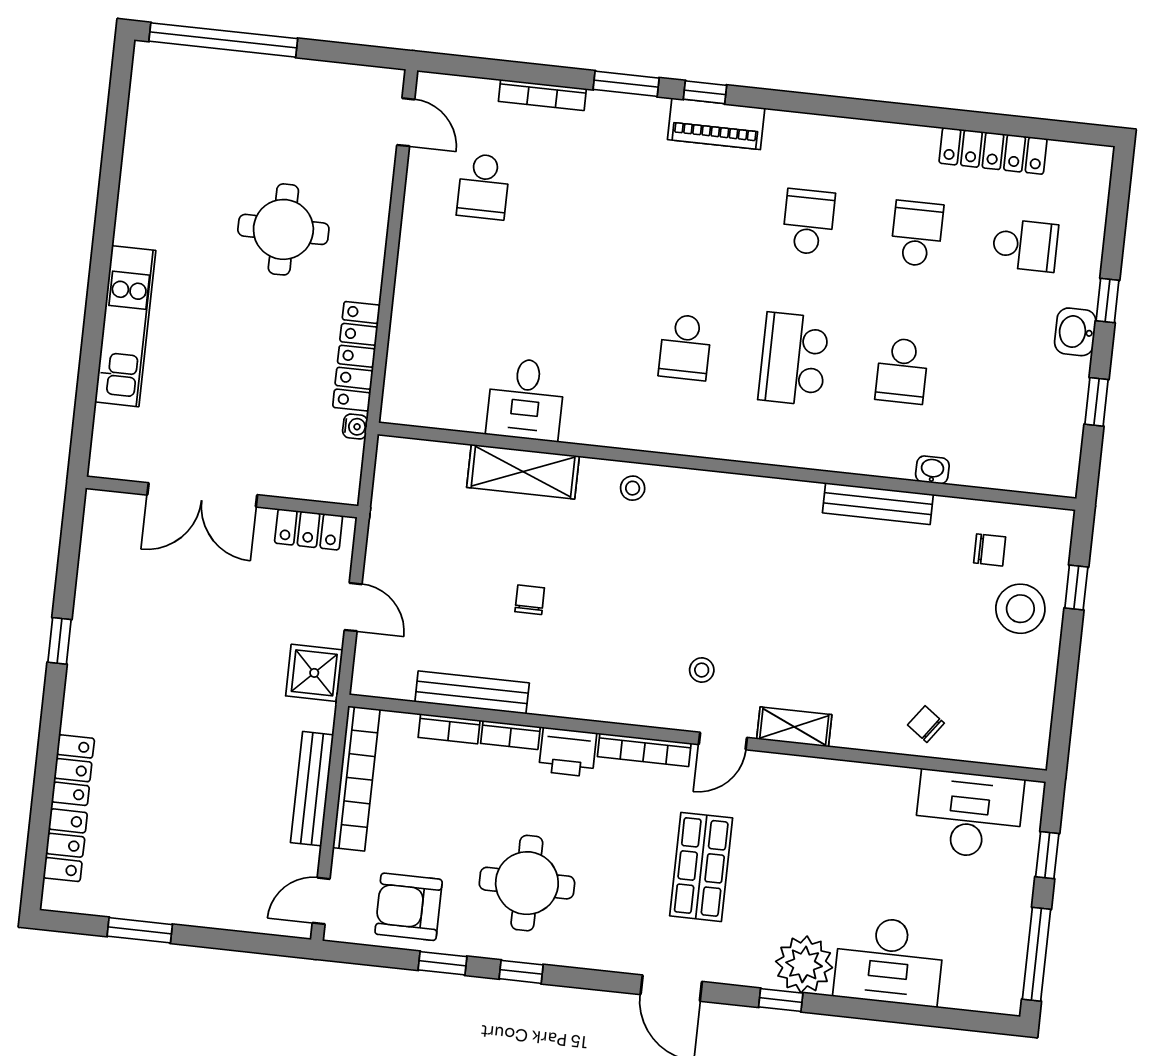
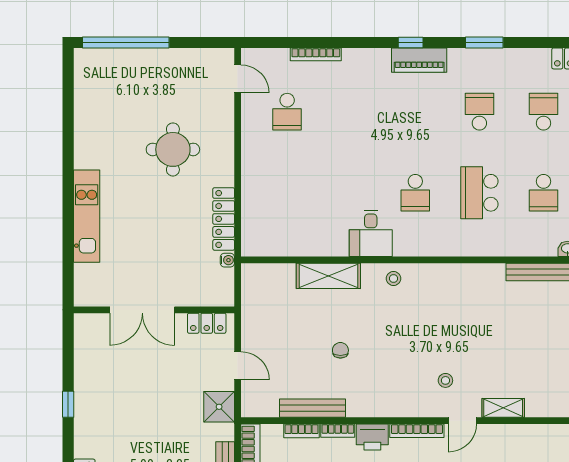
window: (626, 84) -> (484, 42), moved
desk: (526, 399) -> (371, 233), moved

